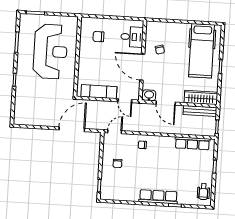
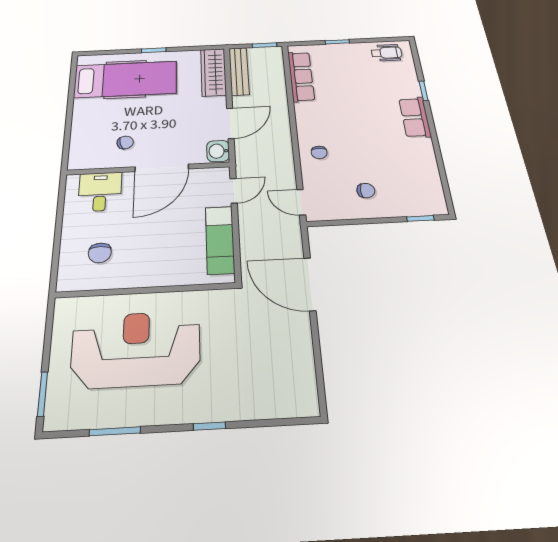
row of seats: (158, 197) -> (415, 117), width x0.68

